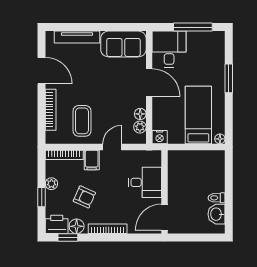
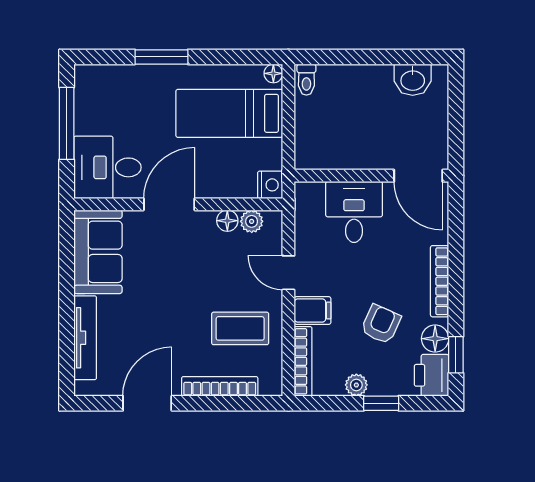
toilet: (217, 198) -> (306, 80), moved

